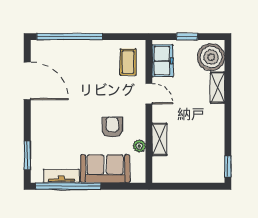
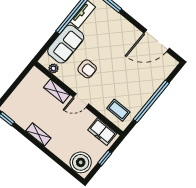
window: (70, 37) -> (151, 101), moved
shelving: (218, 88) -> (38, 134), moved
door: (149, 94) -> (81, 101), moved
plant: (139, 146) -> (53, 68), moved

